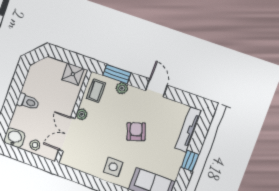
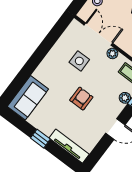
armchair: (136, 132) -> (81, 99), turned -72
side table: (113, 167) -> (79, 61), moved

